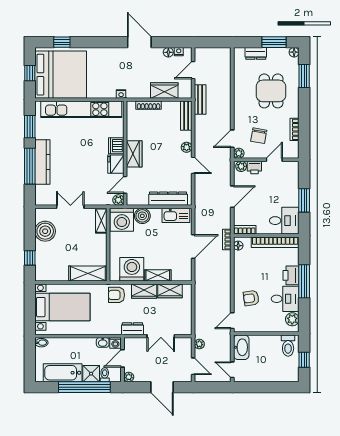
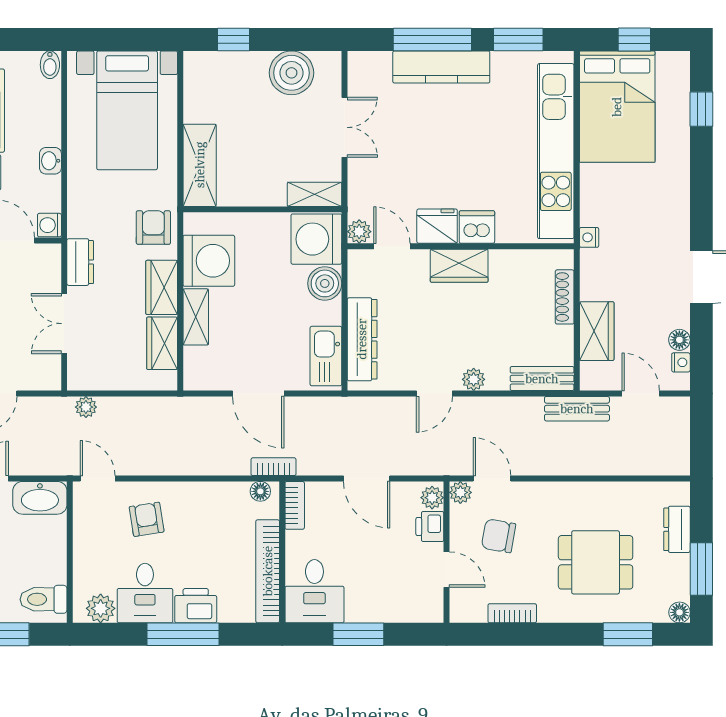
bed: (61, 75) -> (617, 107), width x0.73
washbasin: (103, 342) -> (50, 161), moved
plant: (199, 344) -> (86, 407), moved

